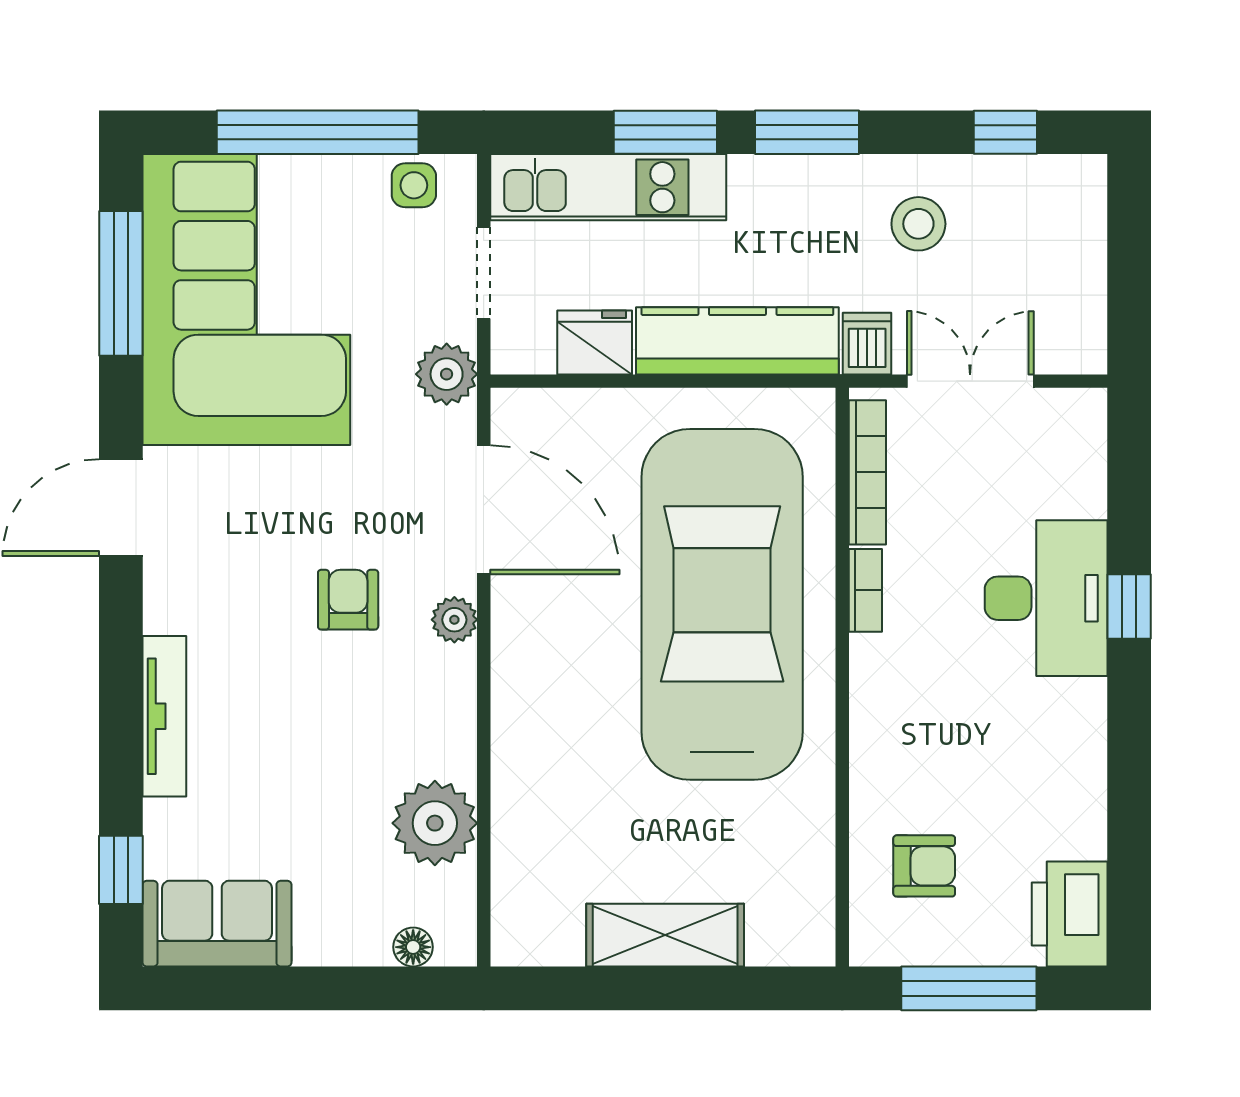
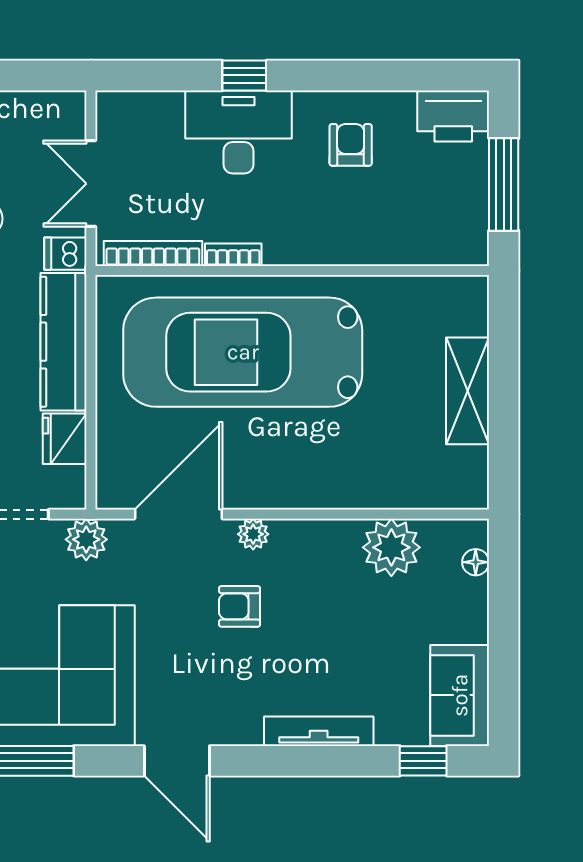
armchair: (924, 866) -> (351, 145), moved

